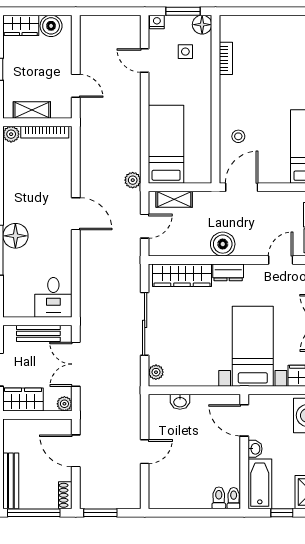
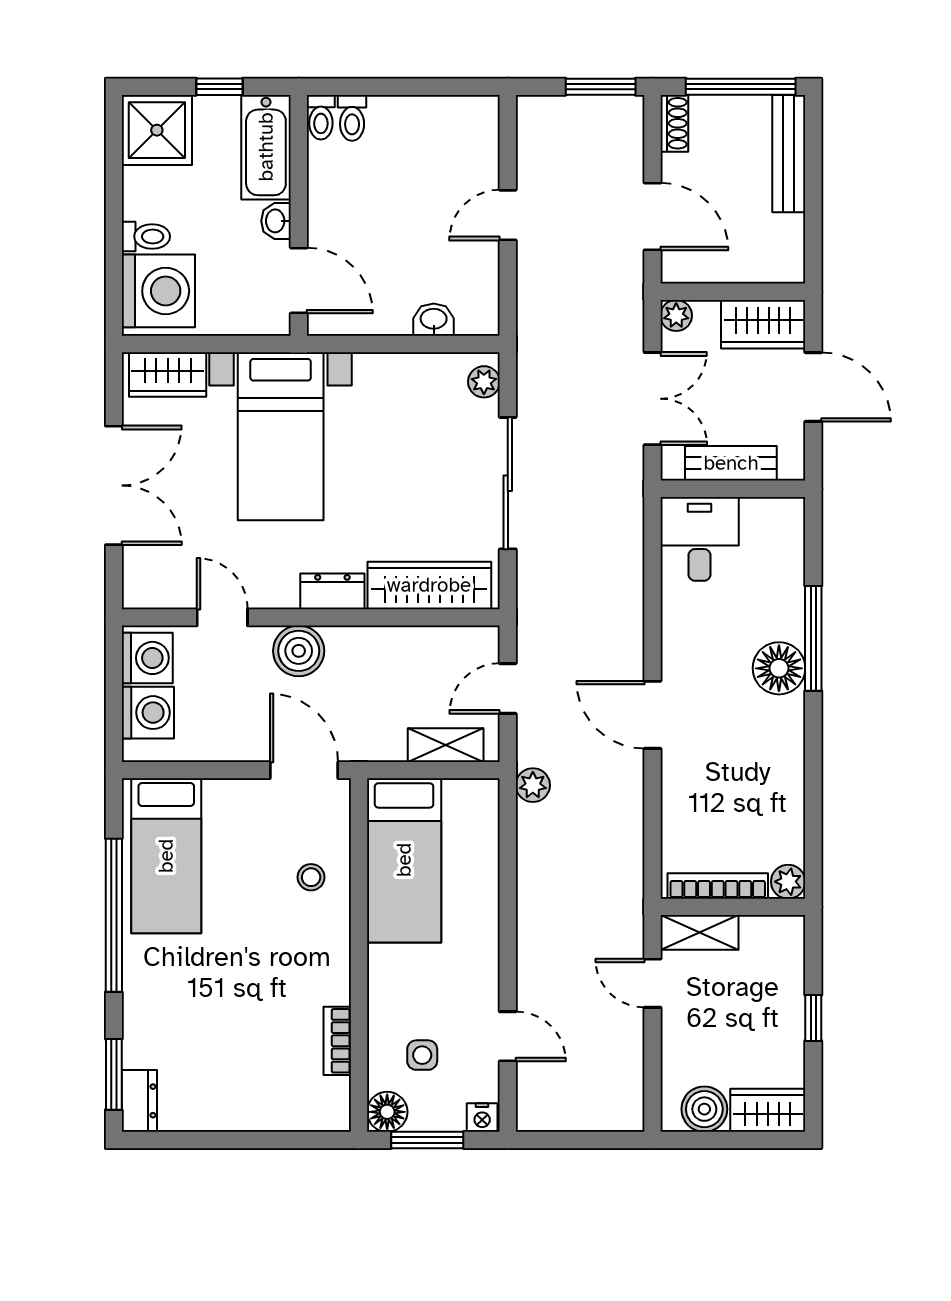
shelving: (32, 110) -> (699, 932), moved
bed: (166, 144) -> (404, 860), moved
door: (242, 187) -> (304, 770), swing flipped
boiler: (223, 244) -> (299, 651), moved
door: (281, 260) -> (222, 617), swing flipped

